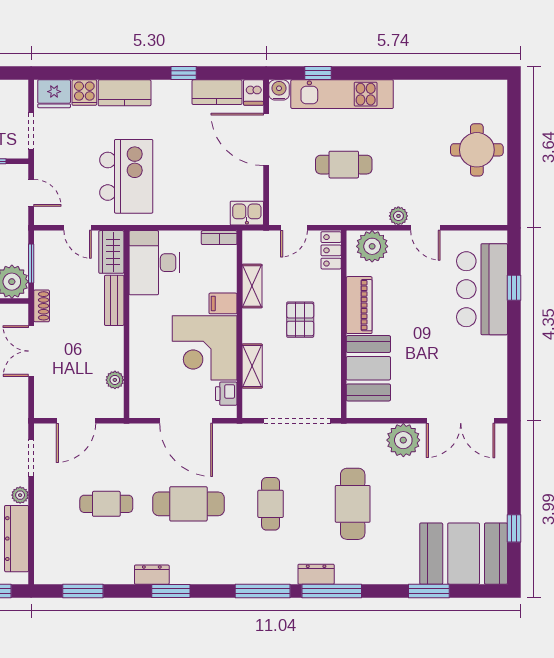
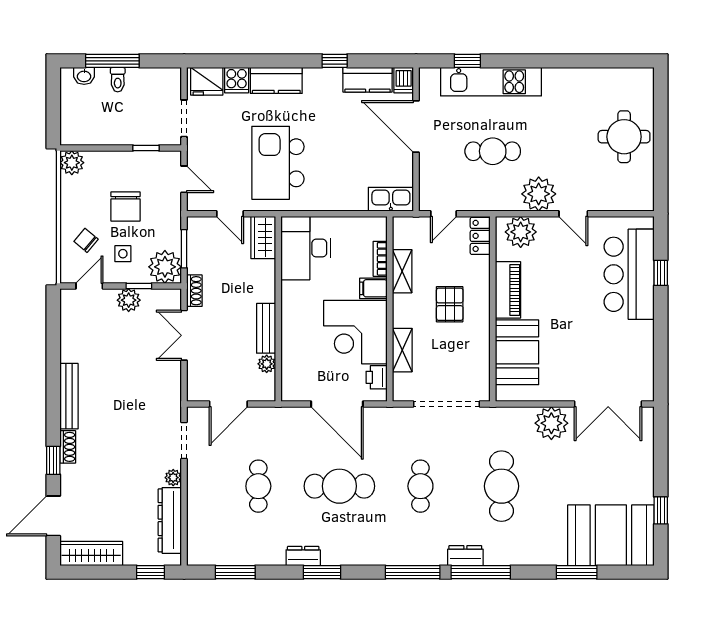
water cooler: (279, 90) -> (429, 78), removed
kitchen island: (126, 176) -> (278, 163), turned 180
kitchen sink: (247, 213) -> (391, 199), width x1.38
plant: (398, 216) -> (539, 194), width x1.87, depth x1.87
bookcase: (219, 238) -> (380, 259), moved, turned 90
bench: (114, 300) -> (266, 328), moved
cafe table: (106, 504) -> (258, 486), turned 90

